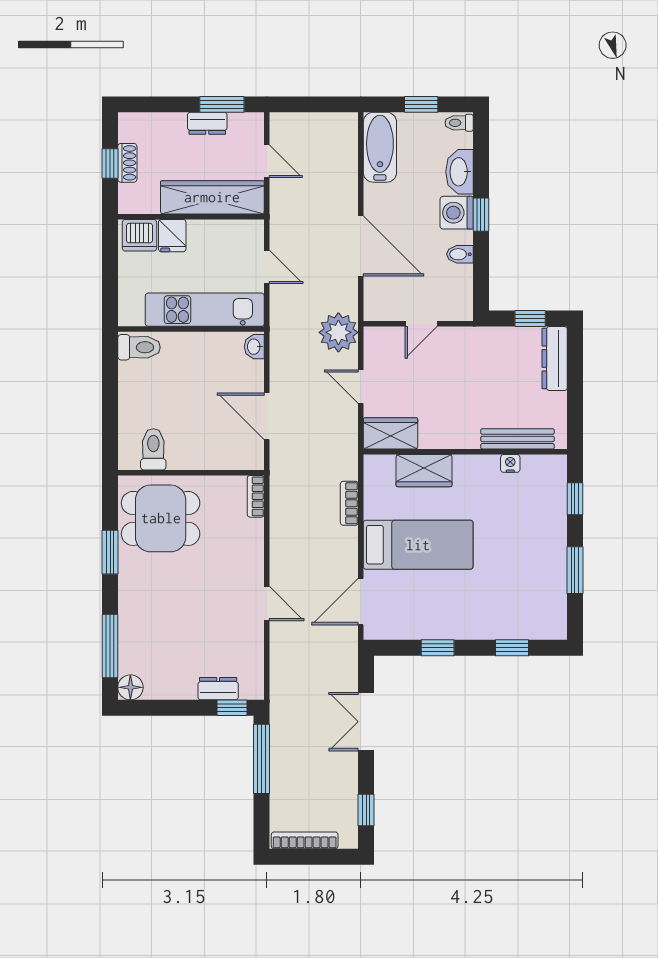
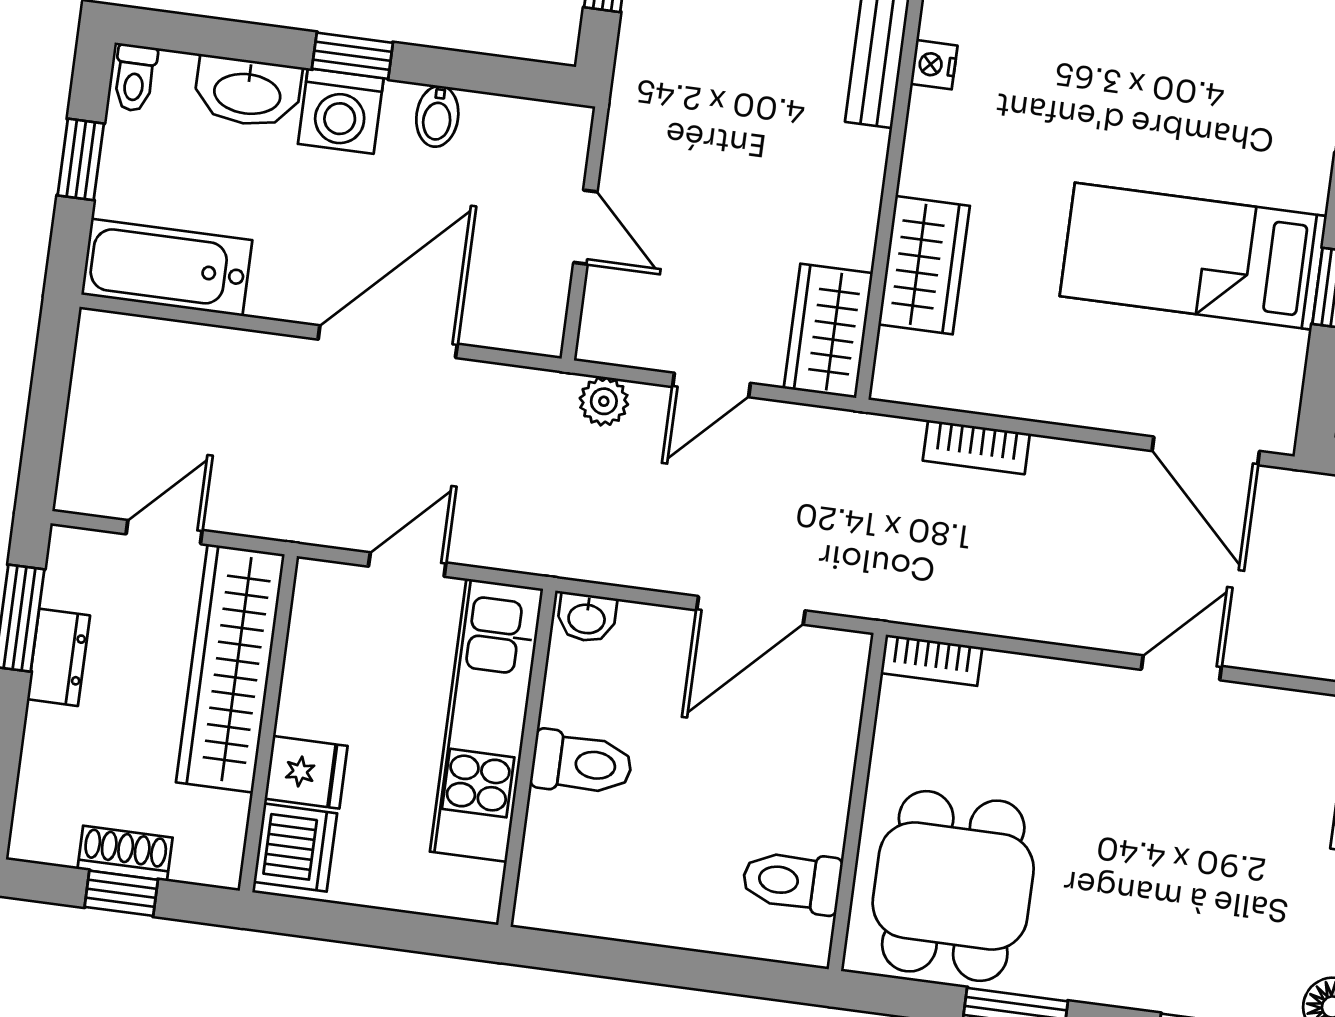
plant: (338, 332) -> (604, 401), width x0.53, depth x0.53
toilet: (139, 347) -> (582, 763), moved, turned 90
bed: (418, 545) -> (1193, 256), moved, turned -90

